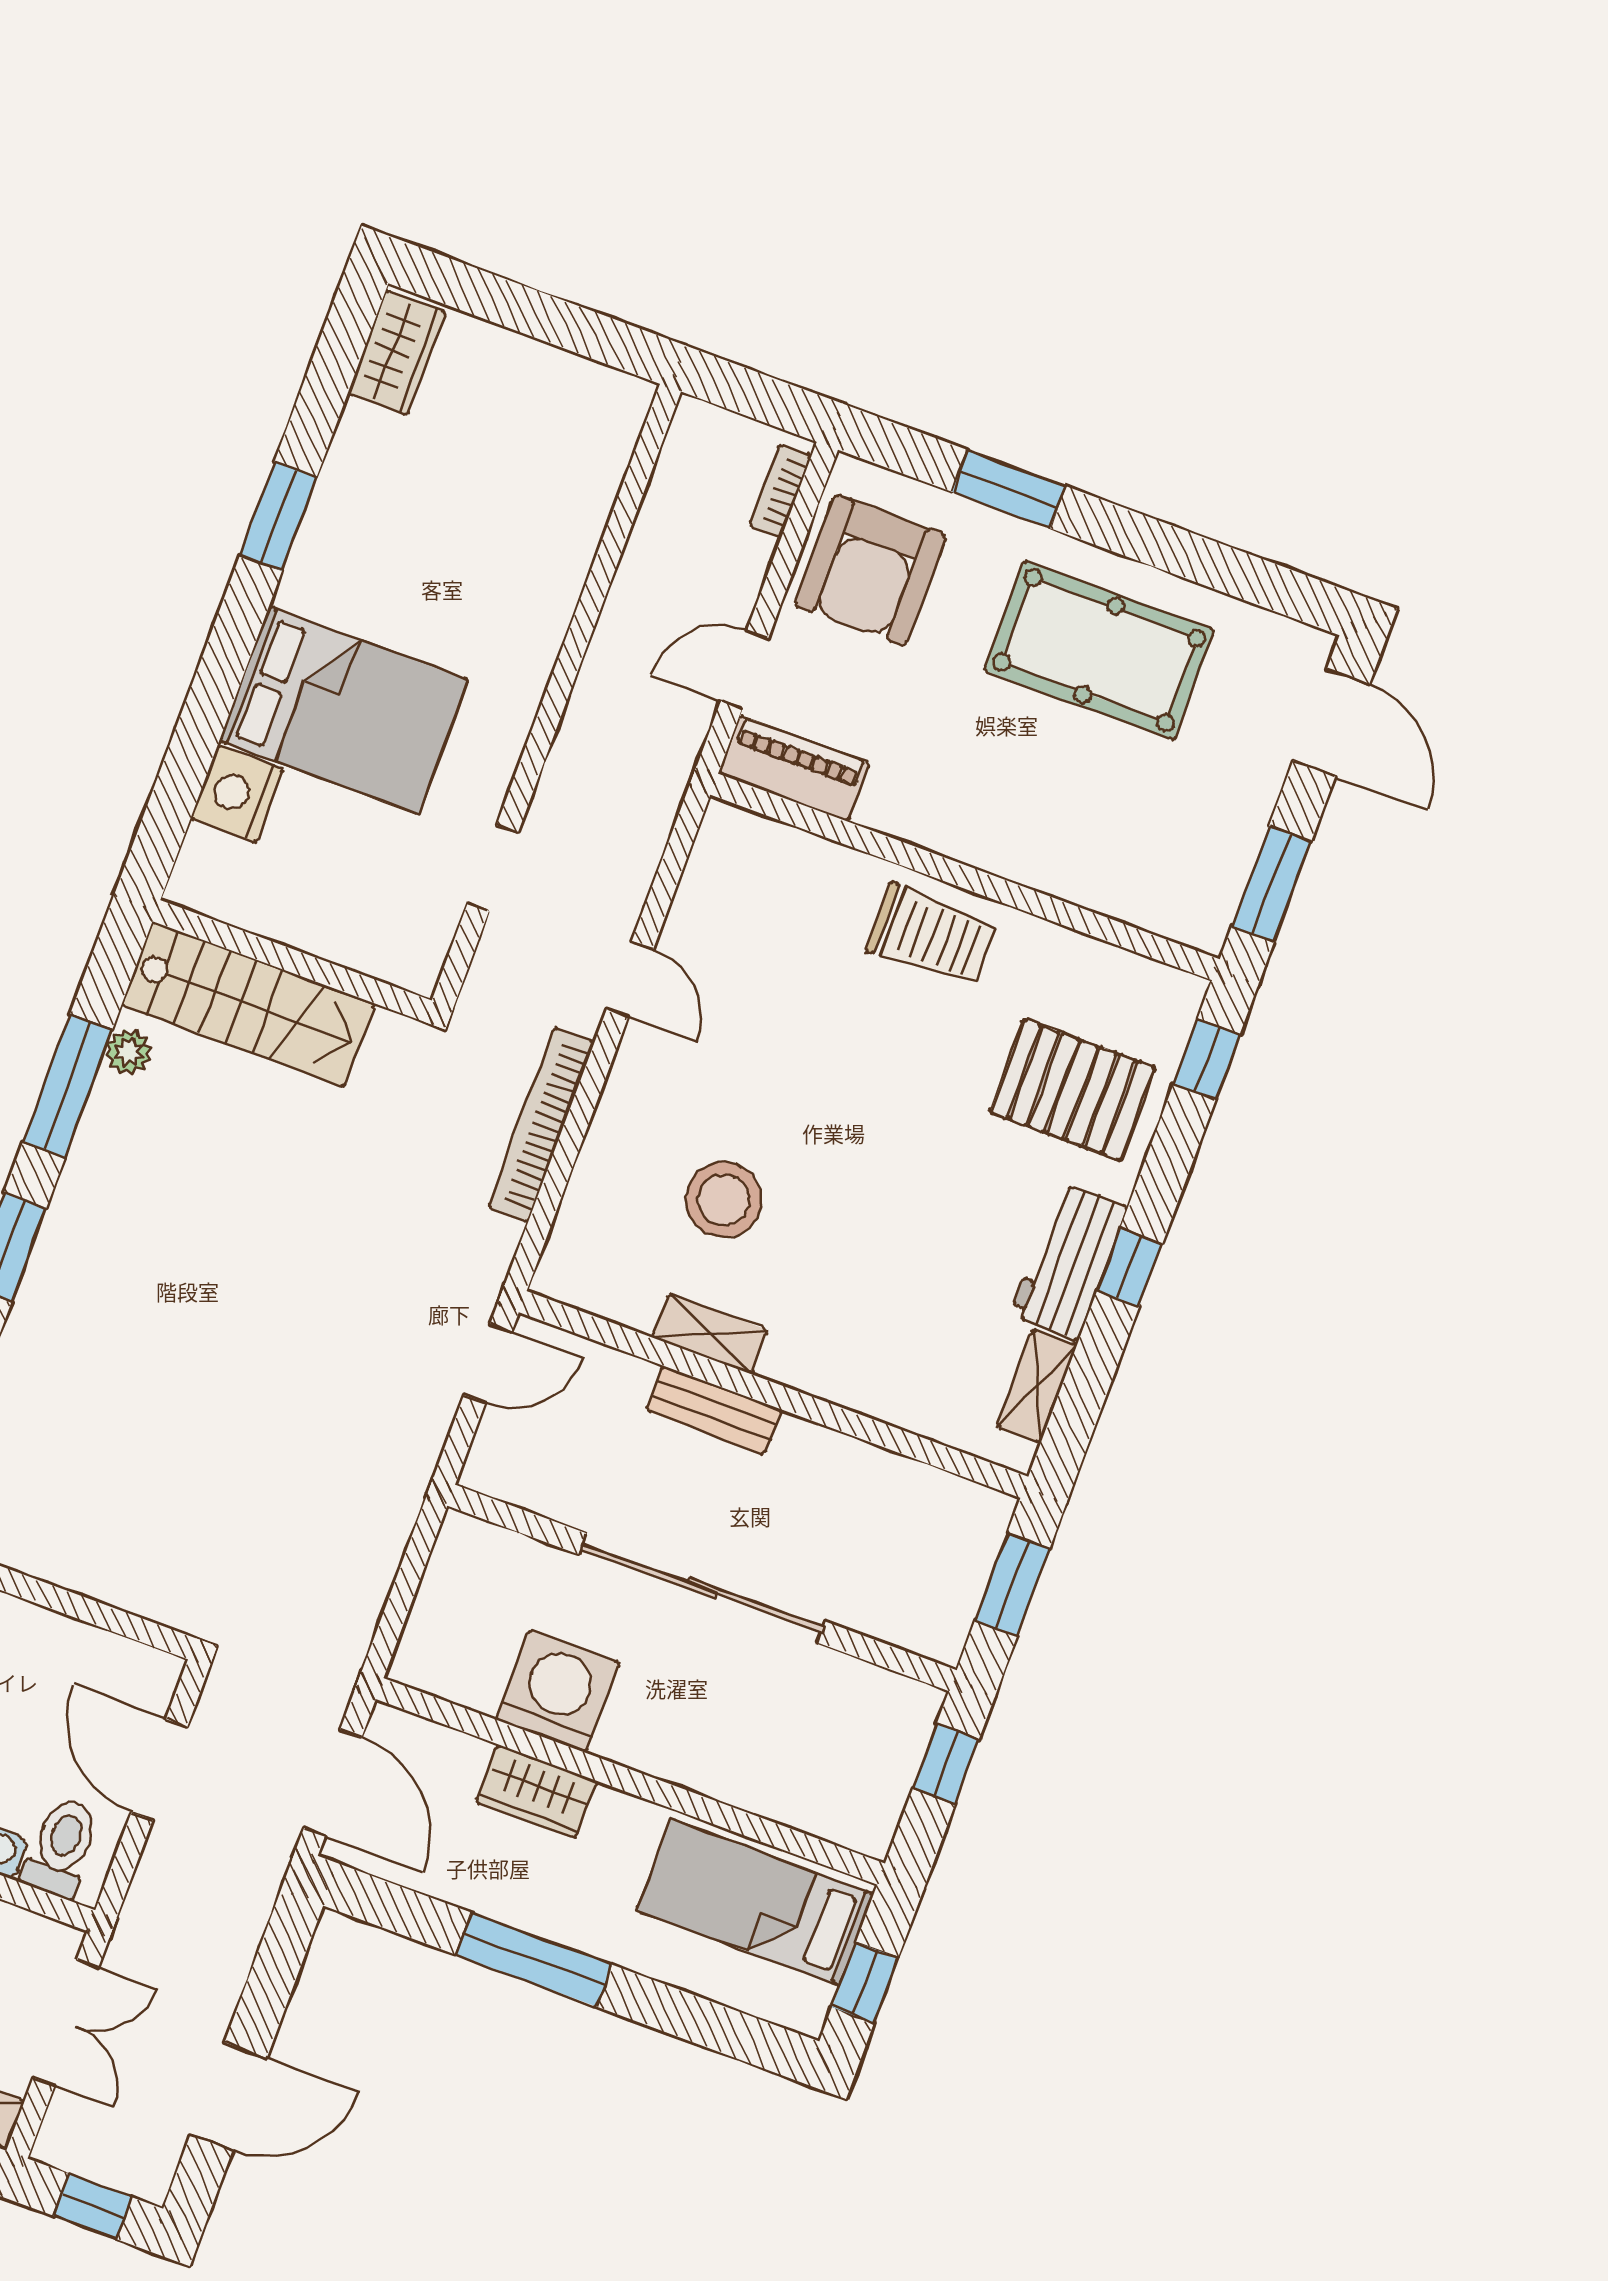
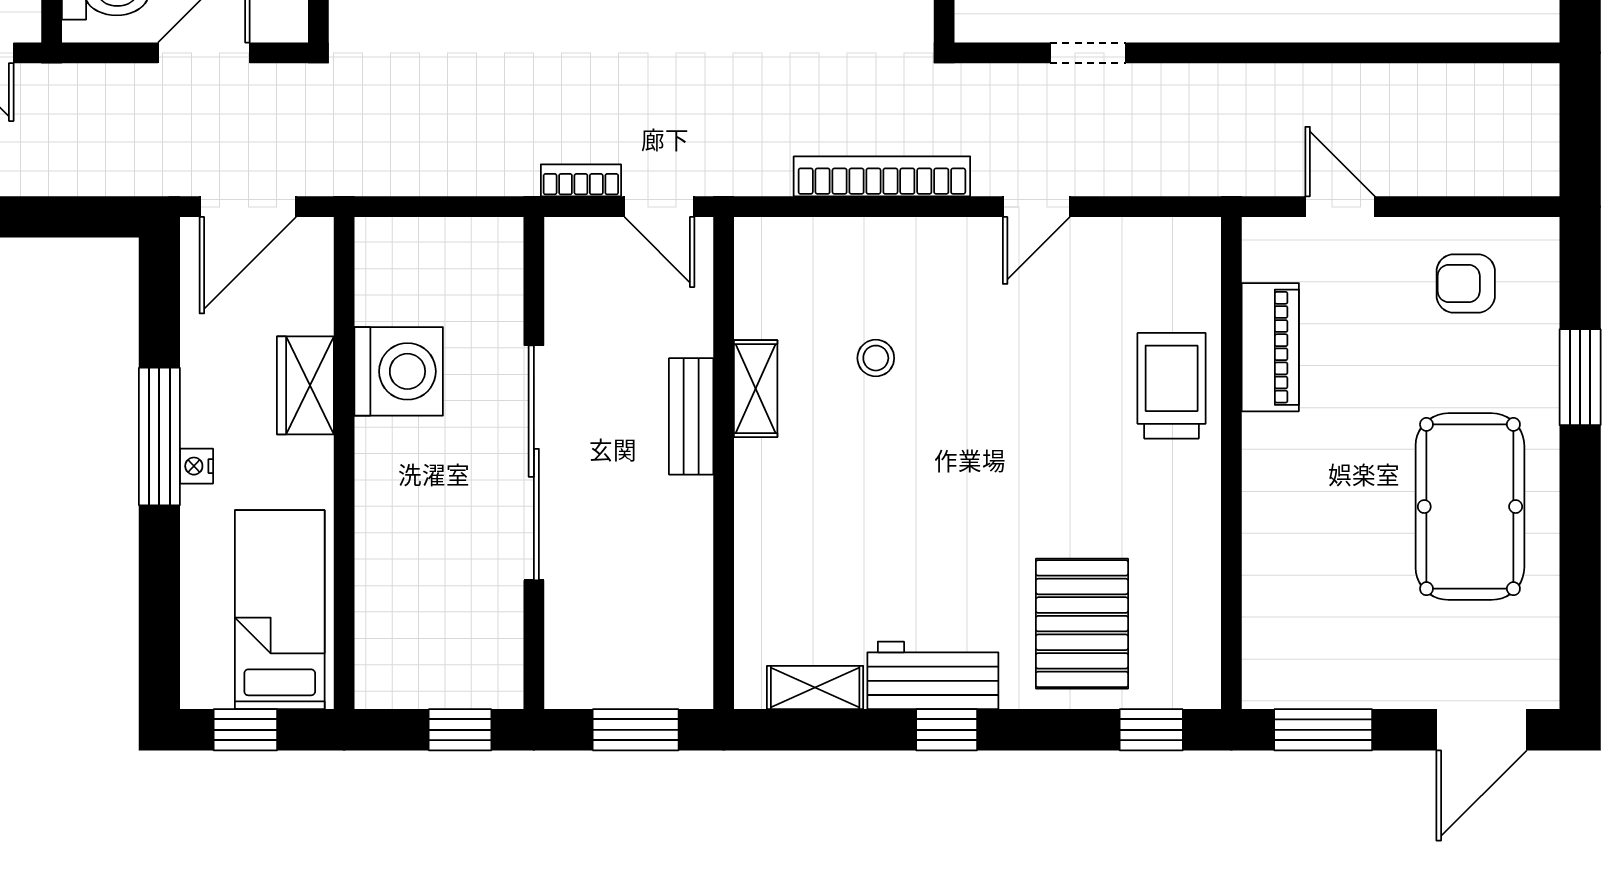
bookcase: (780, 491) -> (581, 180), moved
armchair: (870, 570) -> (1466, 283), width x0.53, depth x0.53
piano: (794, 769) -> (1270, 347), moved
trolley: (932, 936) -> (1172, 386), moved, turned 180
stool: (724, 1200) -> (876, 358), width x0.53, depth x0.53
nightstand: (578, 1933) -> (196, 466), added

